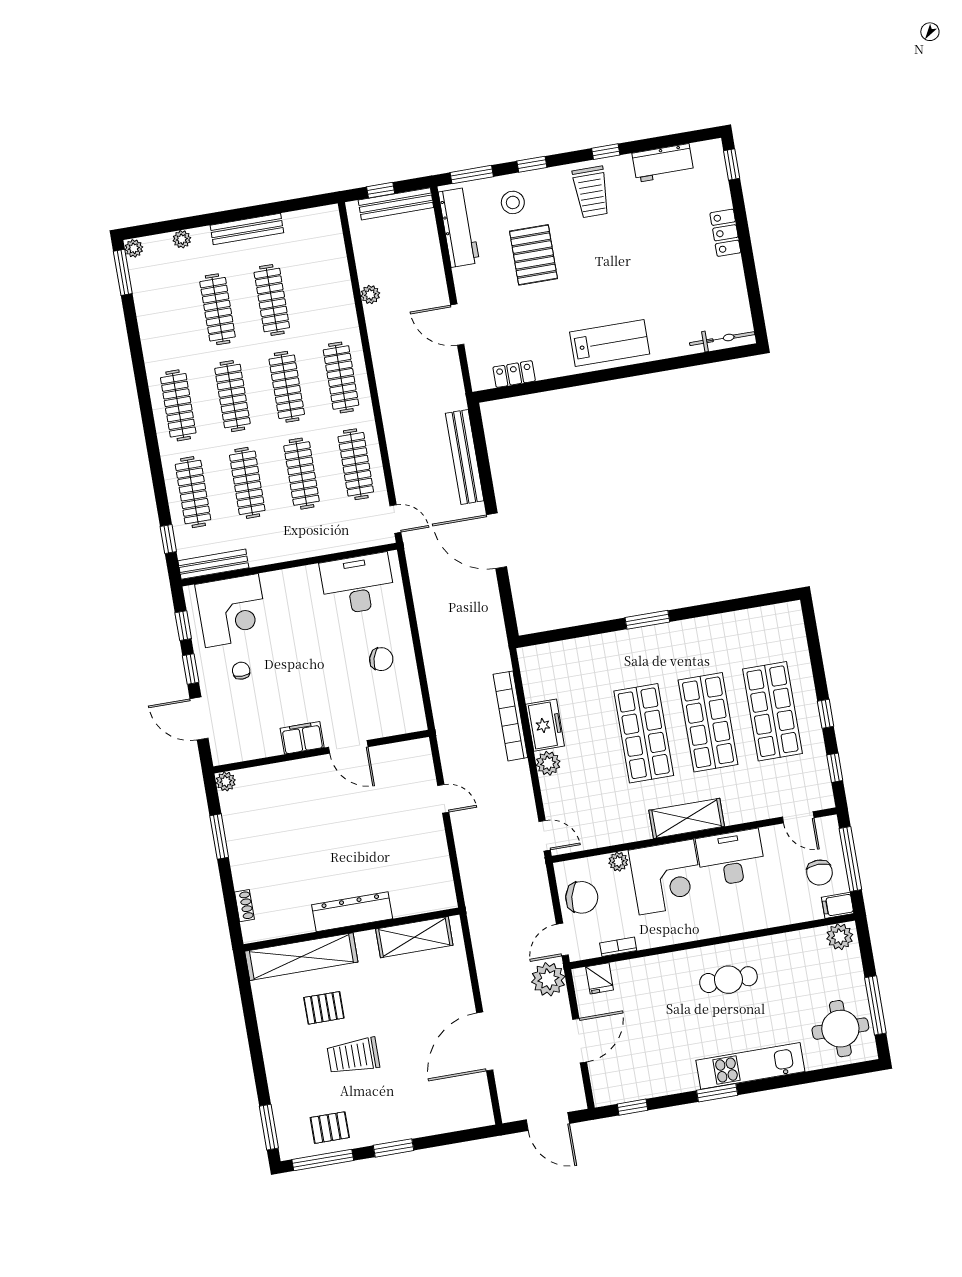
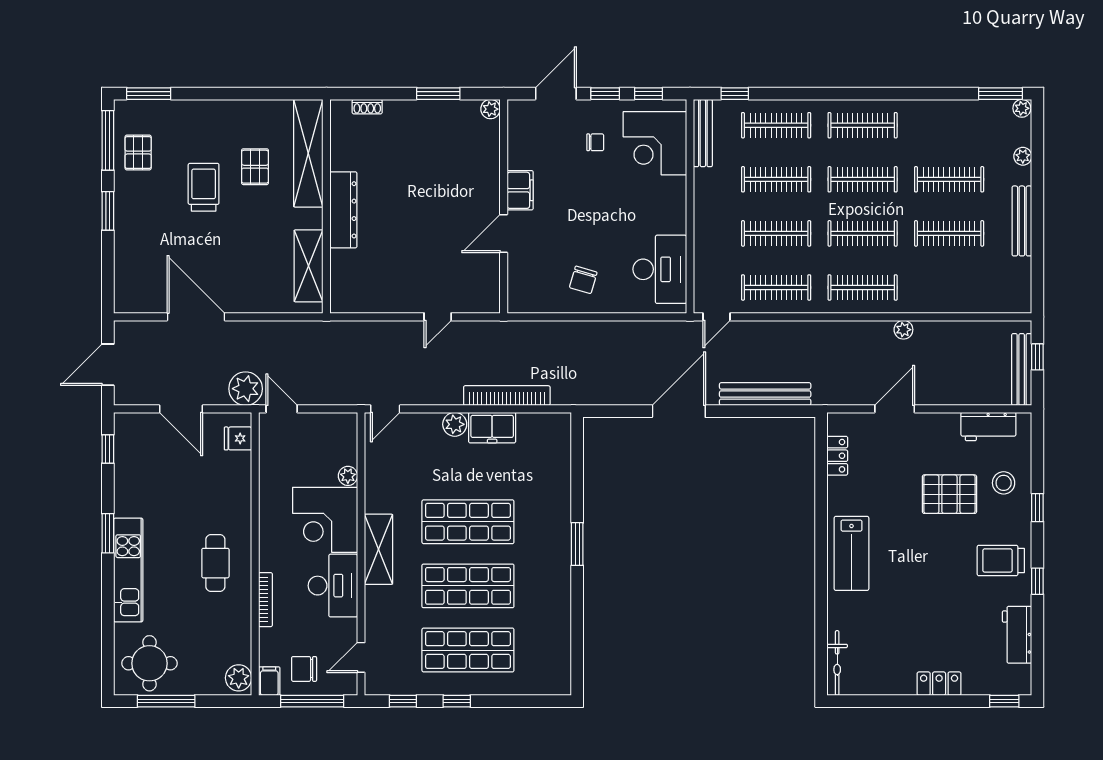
window: (472, 175) -> (1037, 448), removed
workbench: (459, 227) -> (988, 426), width x0.73
plant: (370, 295) -> (903, 330), moved
chair: (582, 897) -> (319, 435), removed
bookcase: (618, 947) -> (265, 600), moved, width x1.56

